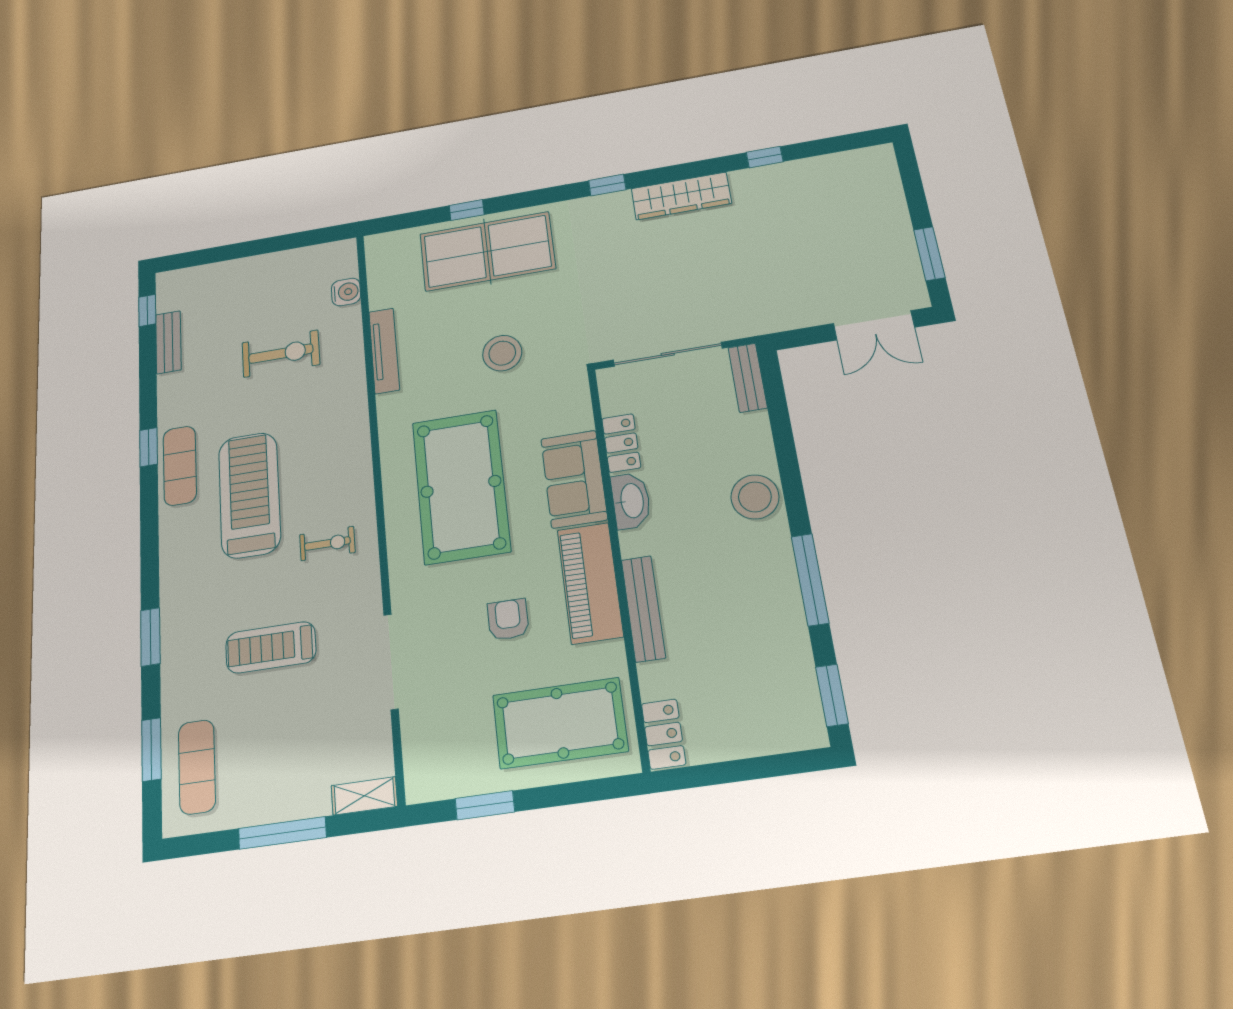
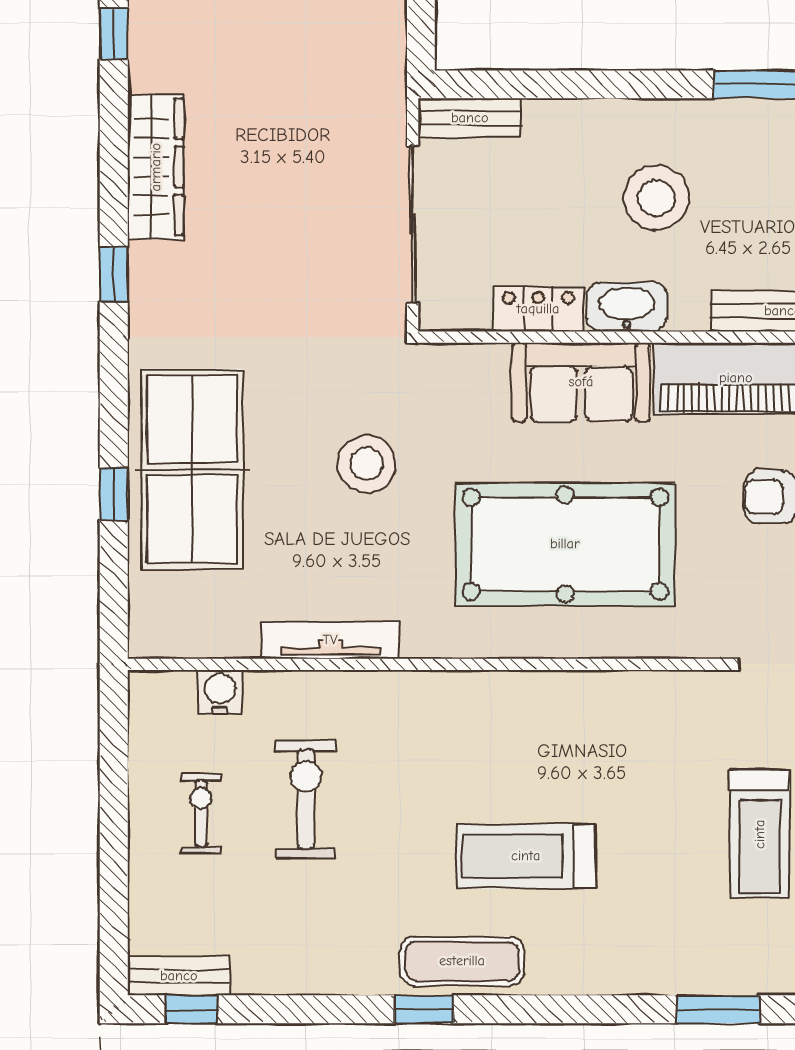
bench: (168, 342) -> (179, 976), moved
treadmill: (249, 495) -> (526, 856), width x0.73, depth x0.73
stool: (755, 497) -> (656, 198), moved
exercise bike: (327, 544) -> (201, 814), moved

